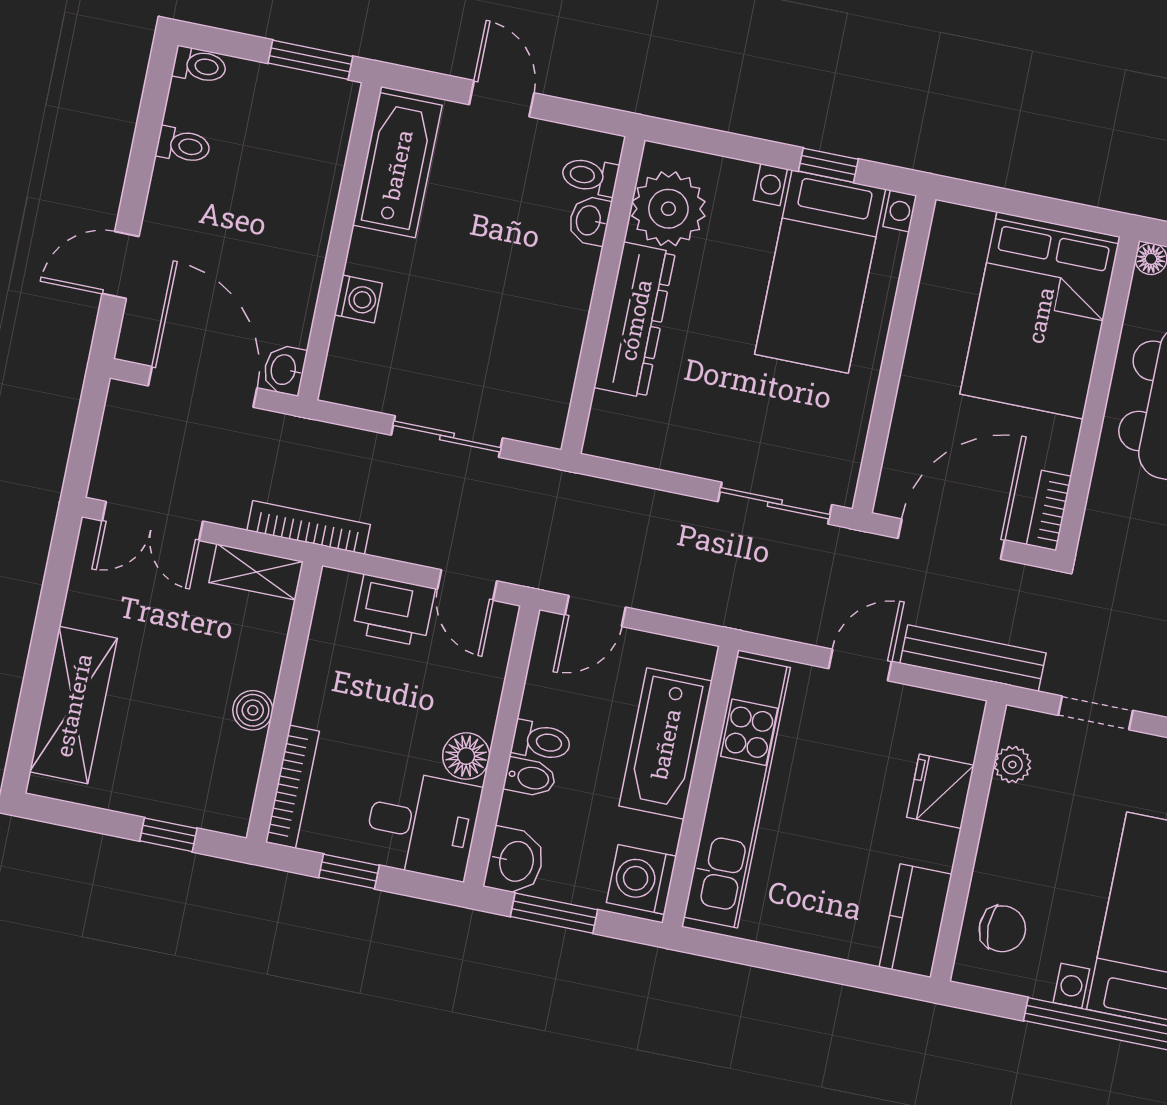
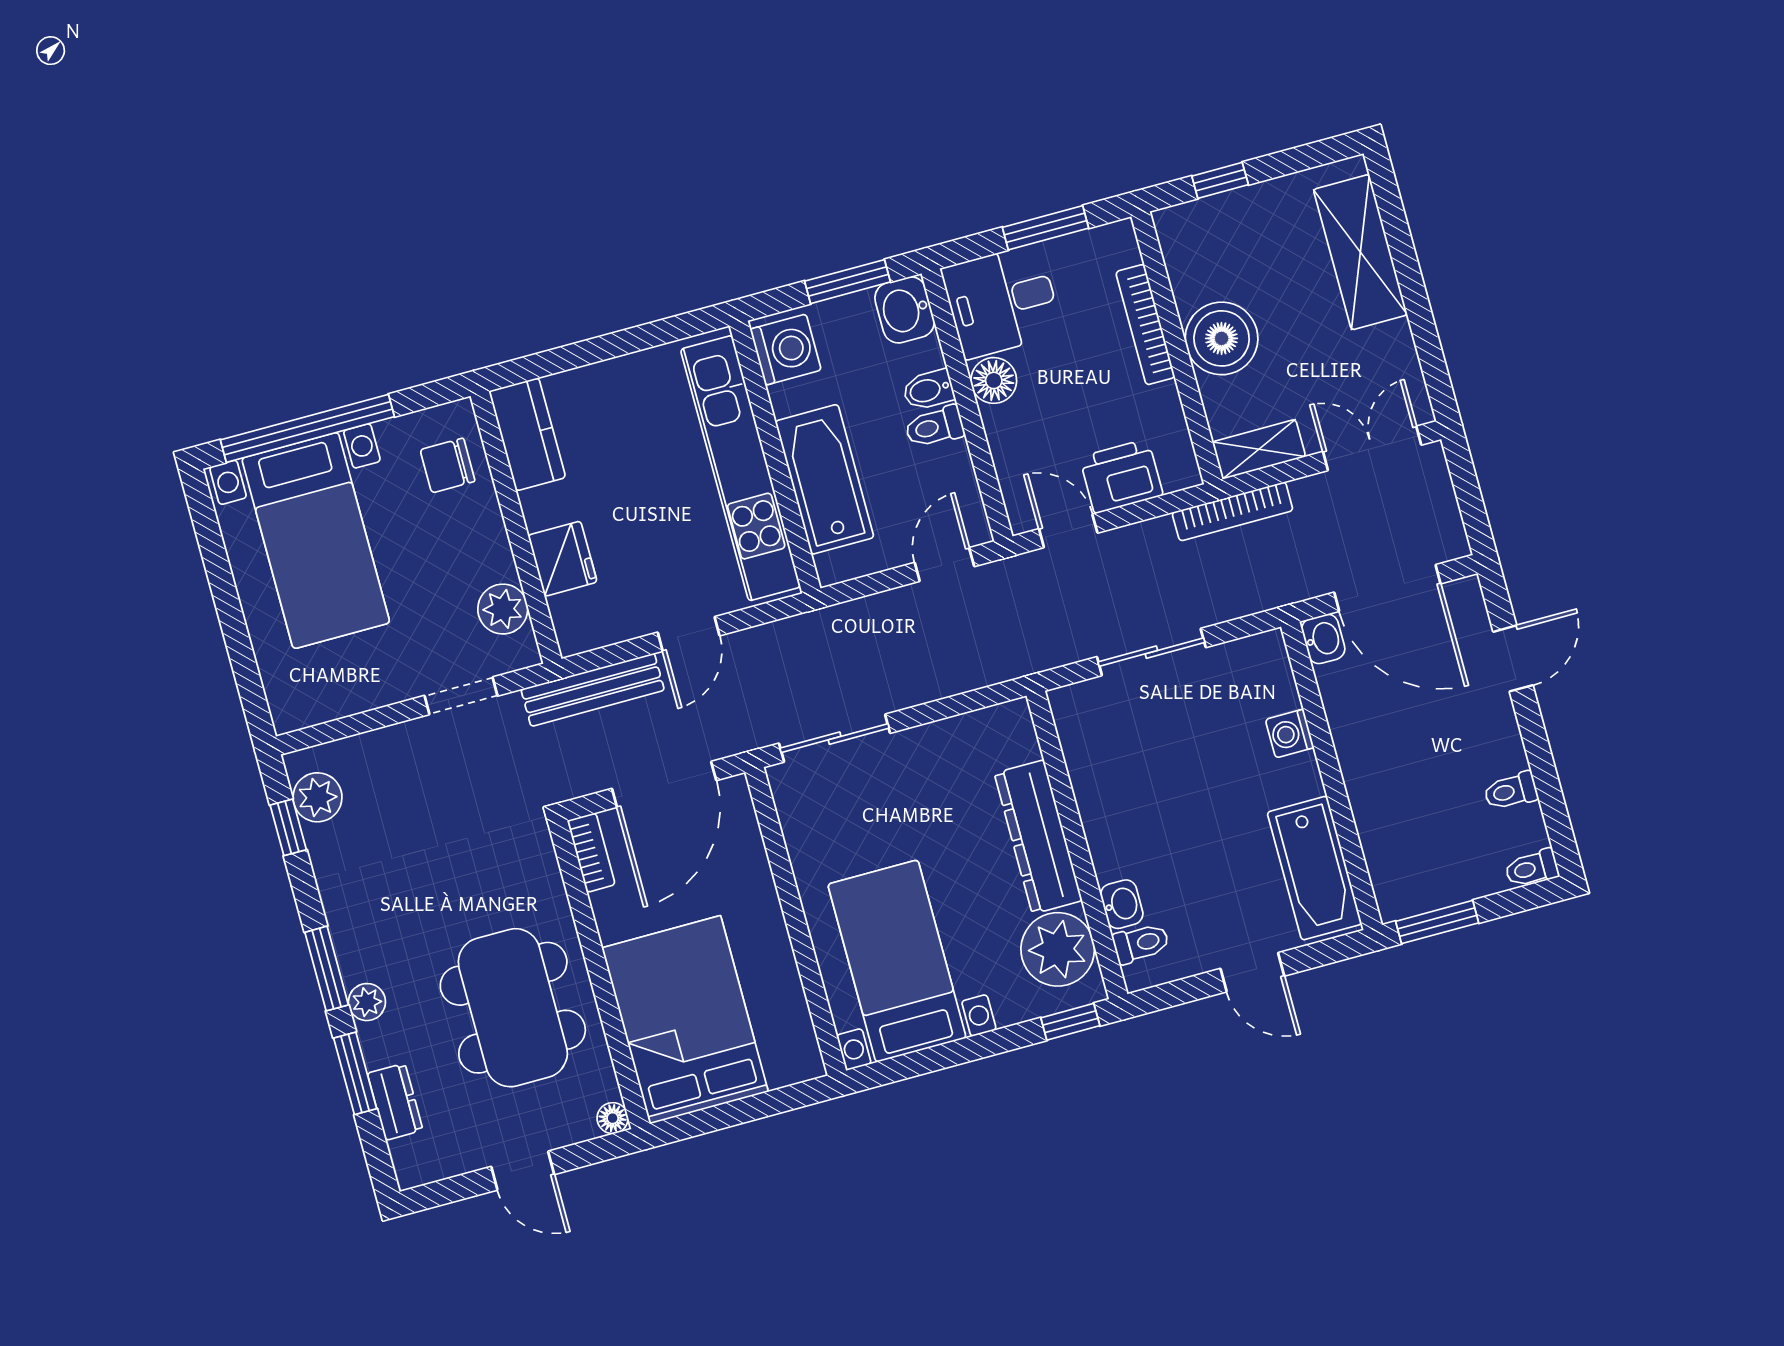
window: (828, 165) -> (1070, 1022), moved
boiler: (253, 710) -> (1222, 338), width x1.86, depth x1.86
plant: (1012, 765) -> (503, 609), width x1.38, depth x1.38
bookcase: (292, 787) -> (1145, 325), moved
window: (349, 871) -> (1046, 228), width x1.50

